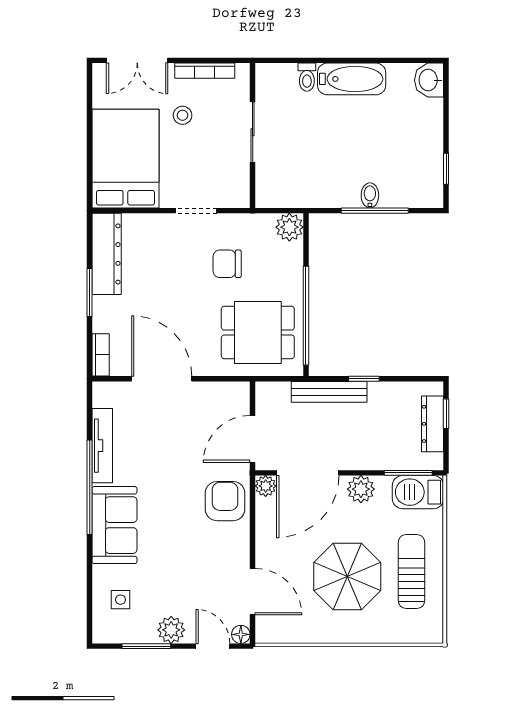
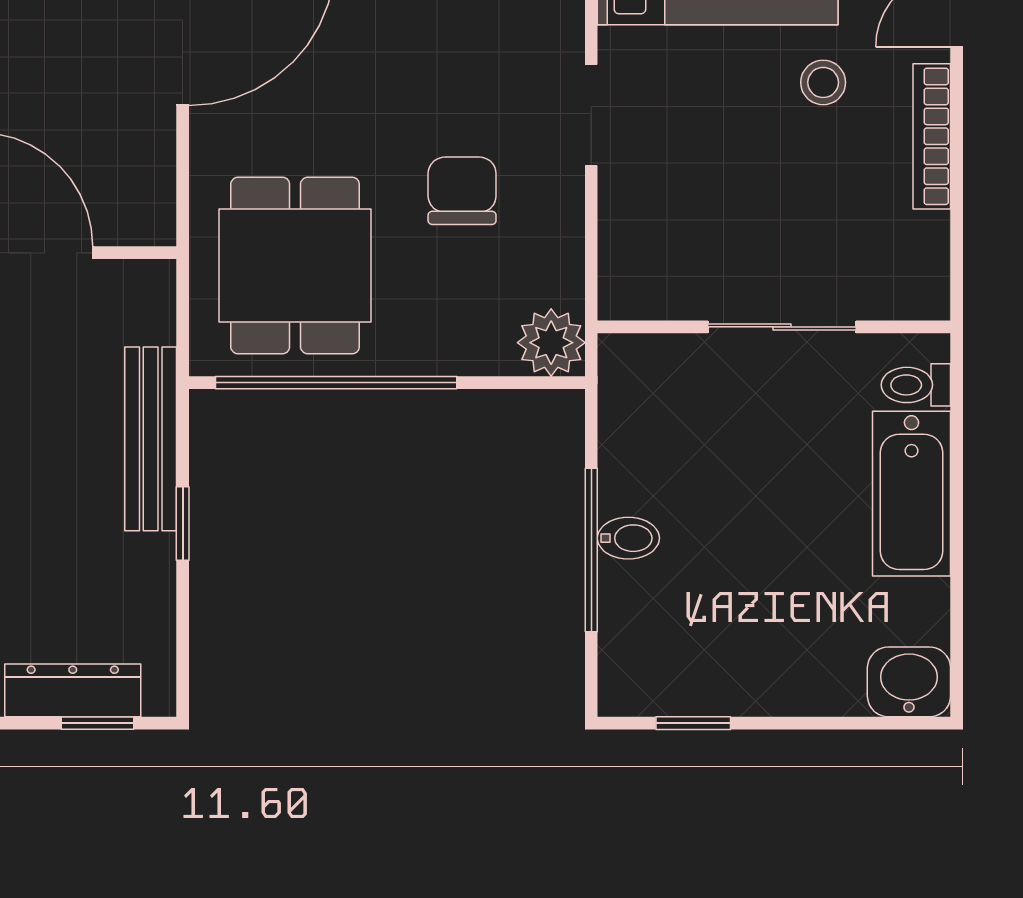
sliding door: (253, 132) -> (782, 327), moved
wall: (253, 136) -> (774, 327), moved

